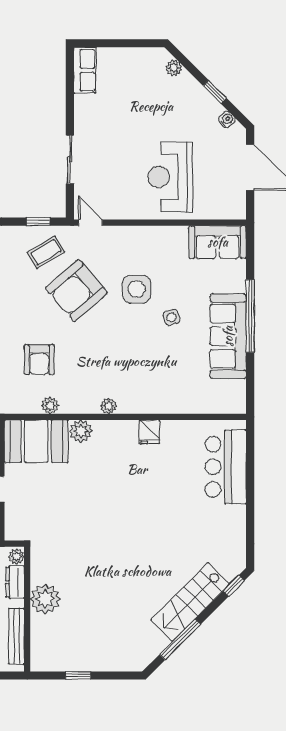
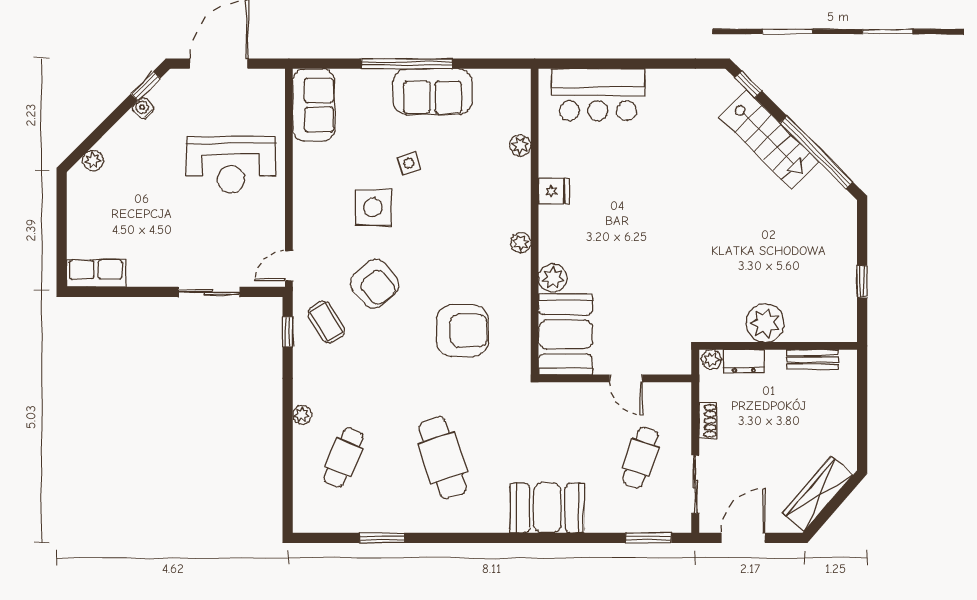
window: (215, 92) -> (146, 86), moved
water cooler: (227, 120) -> (143, 108), moved
armchair: (76, 290) -> (375, 284), width x0.73, depth x0.73
sofa: (228, 336) -> (433, 91), width x0.73
armchair: (39, 360) -> (462, 331), width x1.36, depth x1.36
plant: (50, 405) -> (520, 145), moved
bench: (16, 636) -> (812, 360), width x0.73
window: (180, 639) -> (816, 152), width x1.46

